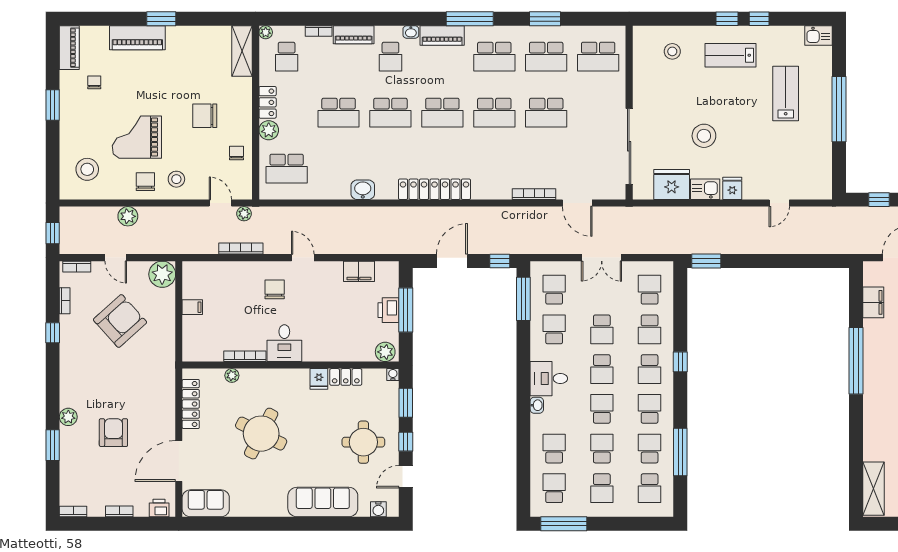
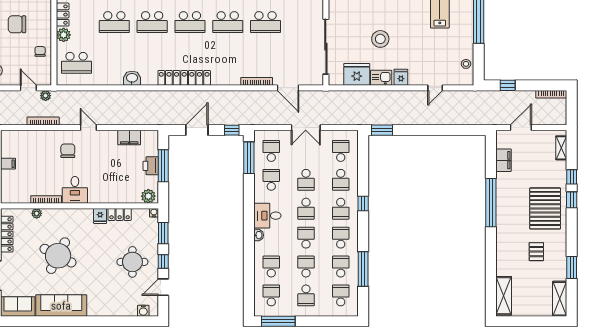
stool: (822, 170) -> (466, 64), added
school desk: (650, 488) -> (341, 295), turned 180
sofa: (323, 502) -> (61, 306), moved

